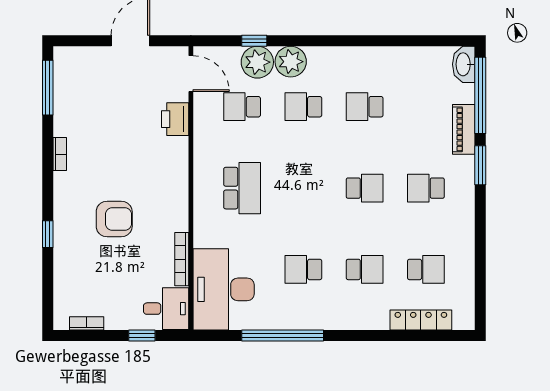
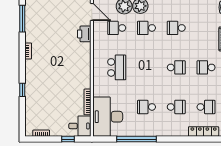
armchair: (114, 219) -> (55, 82), removed

